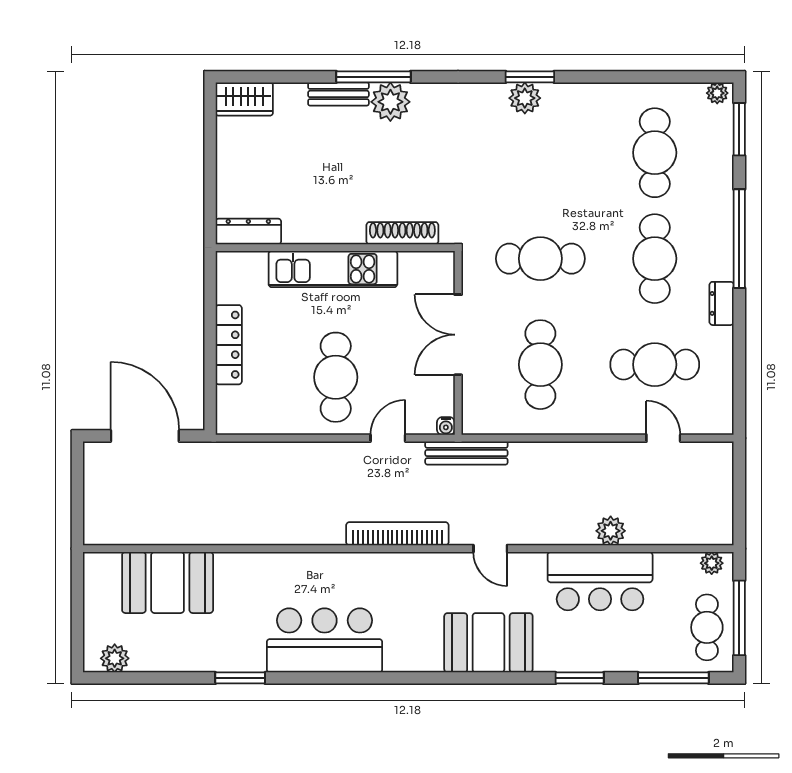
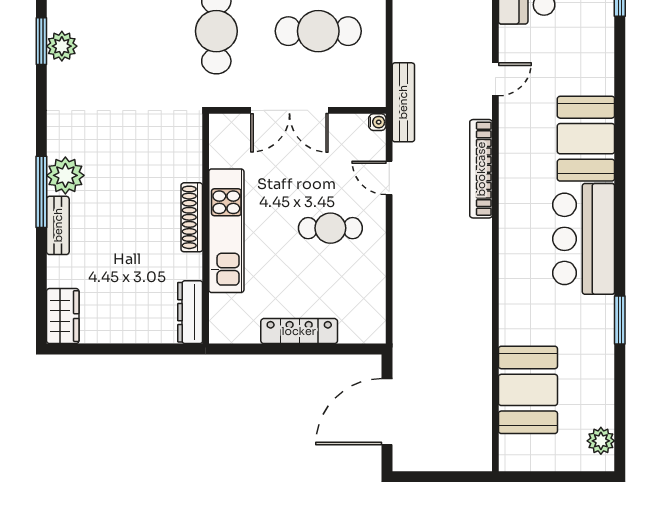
shoe rack: (402, 233) -> (192, 217), moved
cafe table: (336, 377) -> (330, 228), width x0.73, depth x0.74
booth: (488, 643) -> (586, 139), moved

